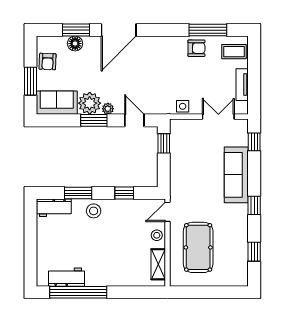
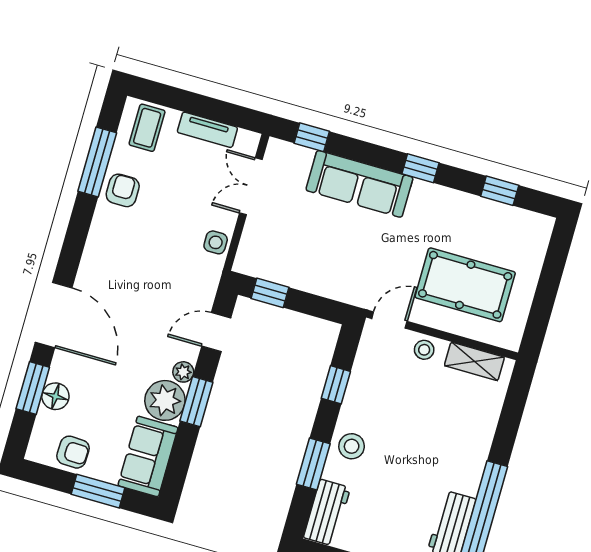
door: (167, 212) -> (389, 320), swing flipped

